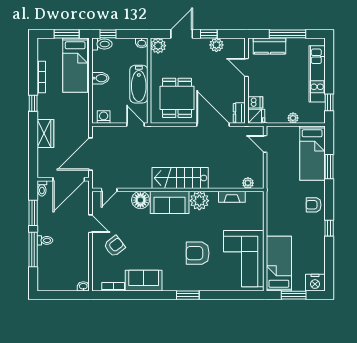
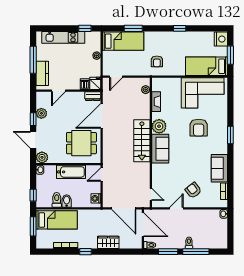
toilet: (102, 44) -> (57, 200), moved
floor lamp: (140, 200) -> (158, 171), removed
armchair: (314, 205) -> (157, 61), moved

